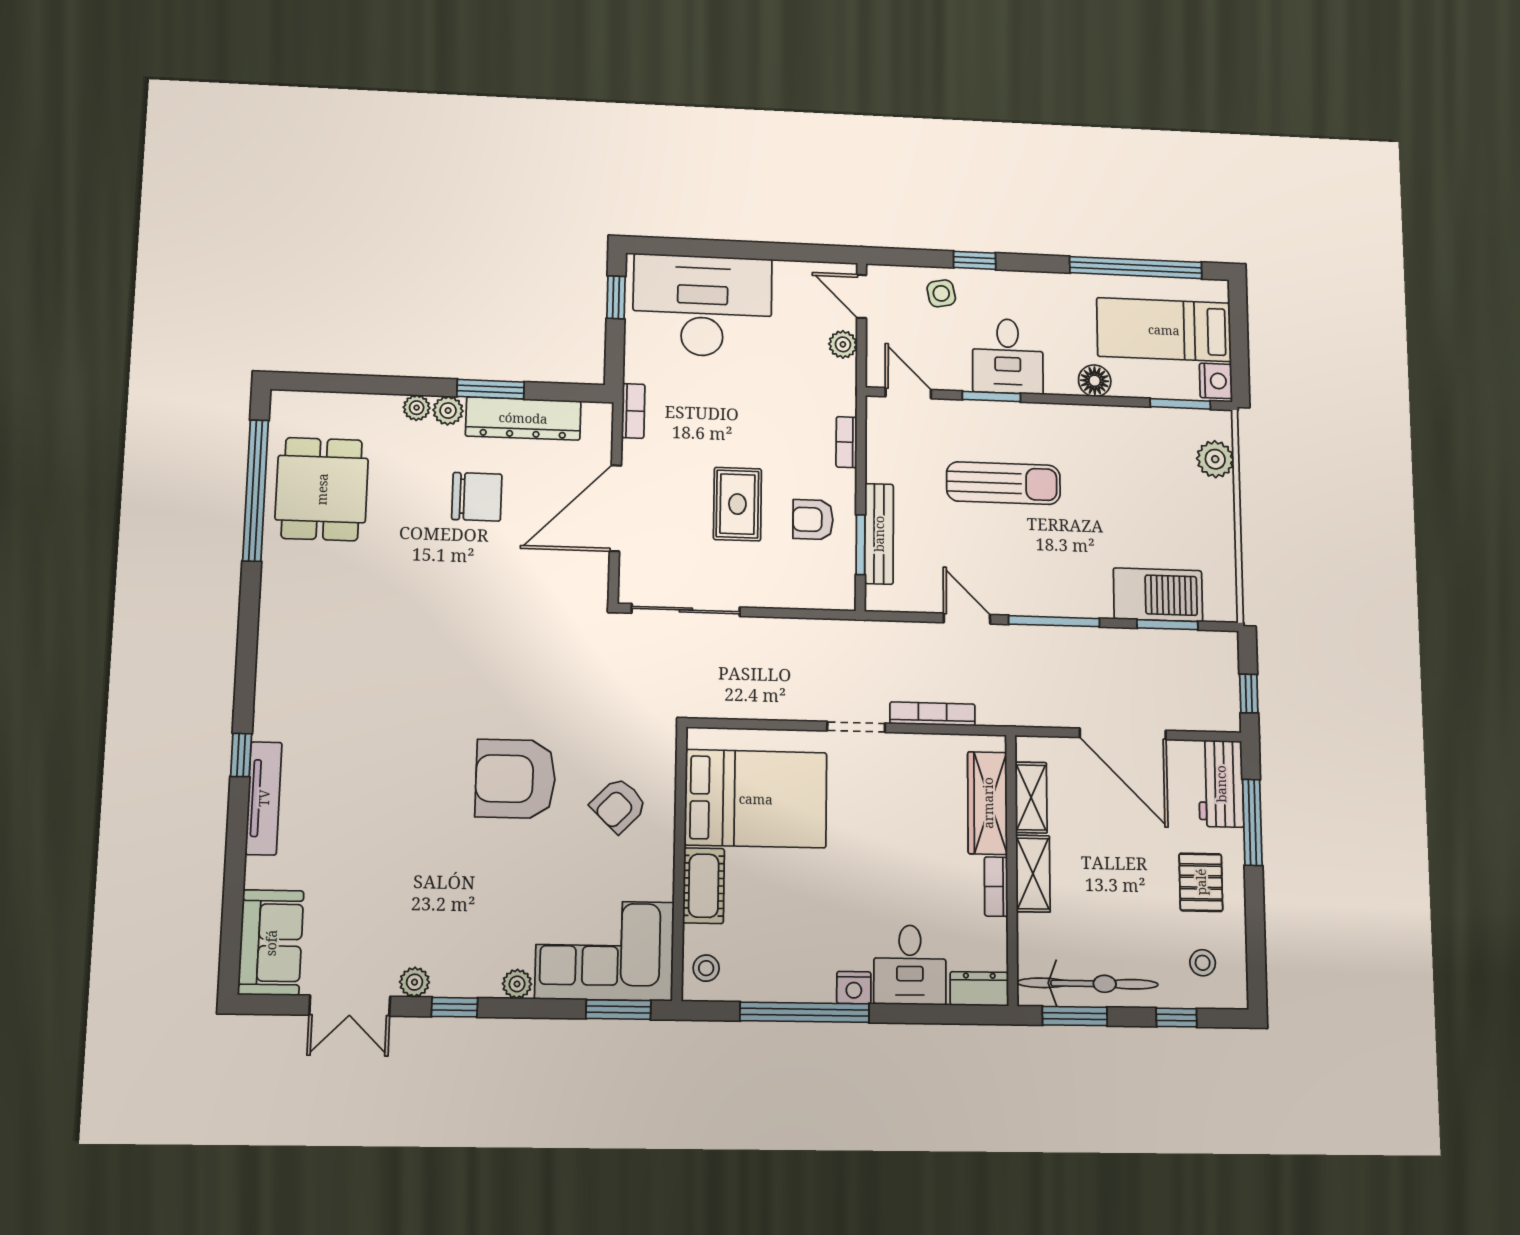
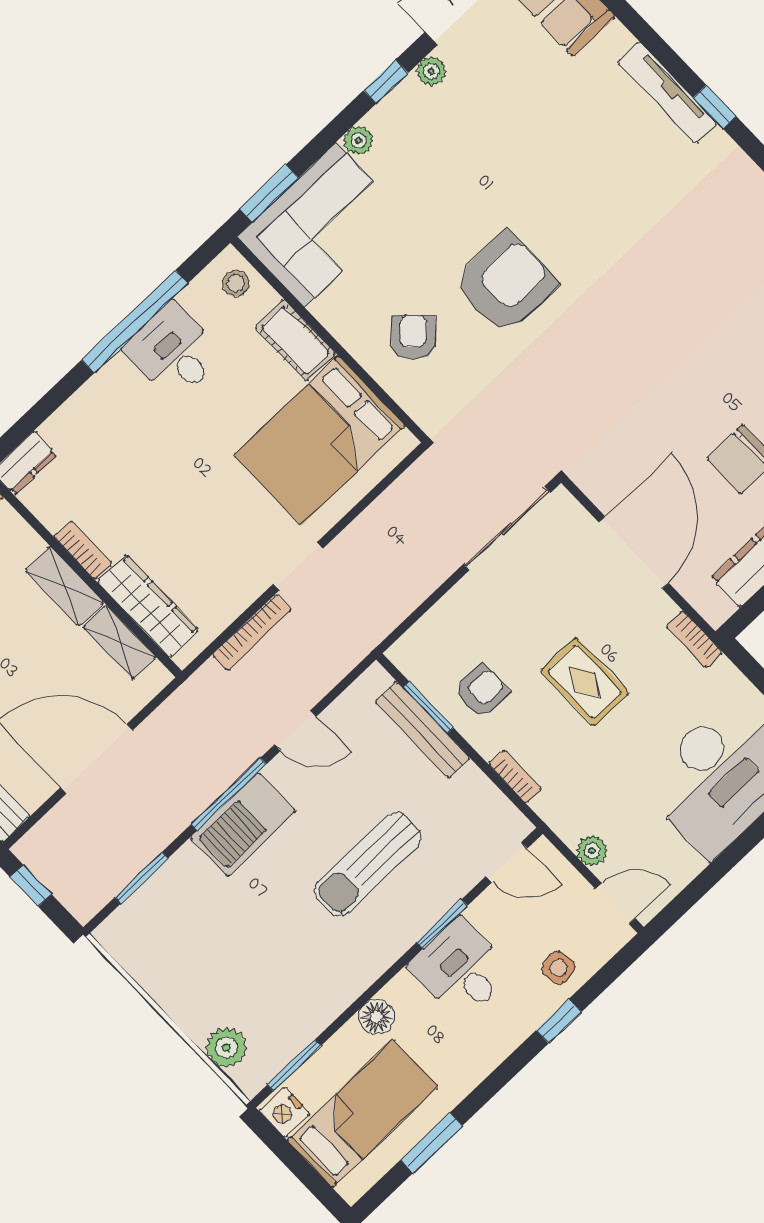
window: (1136, 268) -> (431, 1143), width x0.47
rug: (737, 504) -> (585, 682), moved
barbecue: (1158, 595) -> (243, 824), moved
desk: (910, 965) -> (174, 352), moved
nightstand: (854, 988) -> (116, 374), removed

